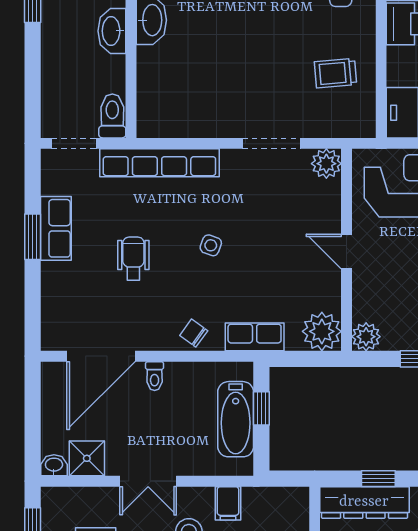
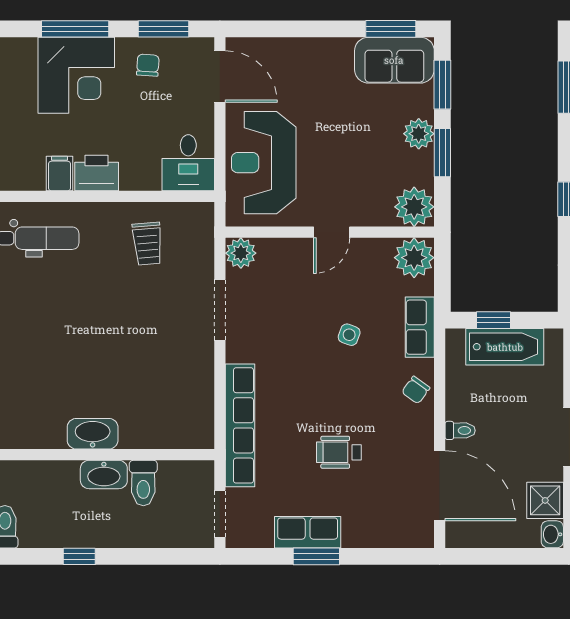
toilet: (112, 116) -> (143, 483), moved, turned -90
side table: (211, 245) -> (349, 335), moved
plant: (366, 337) -> (414, 207), width x1.36, depth x1.36

